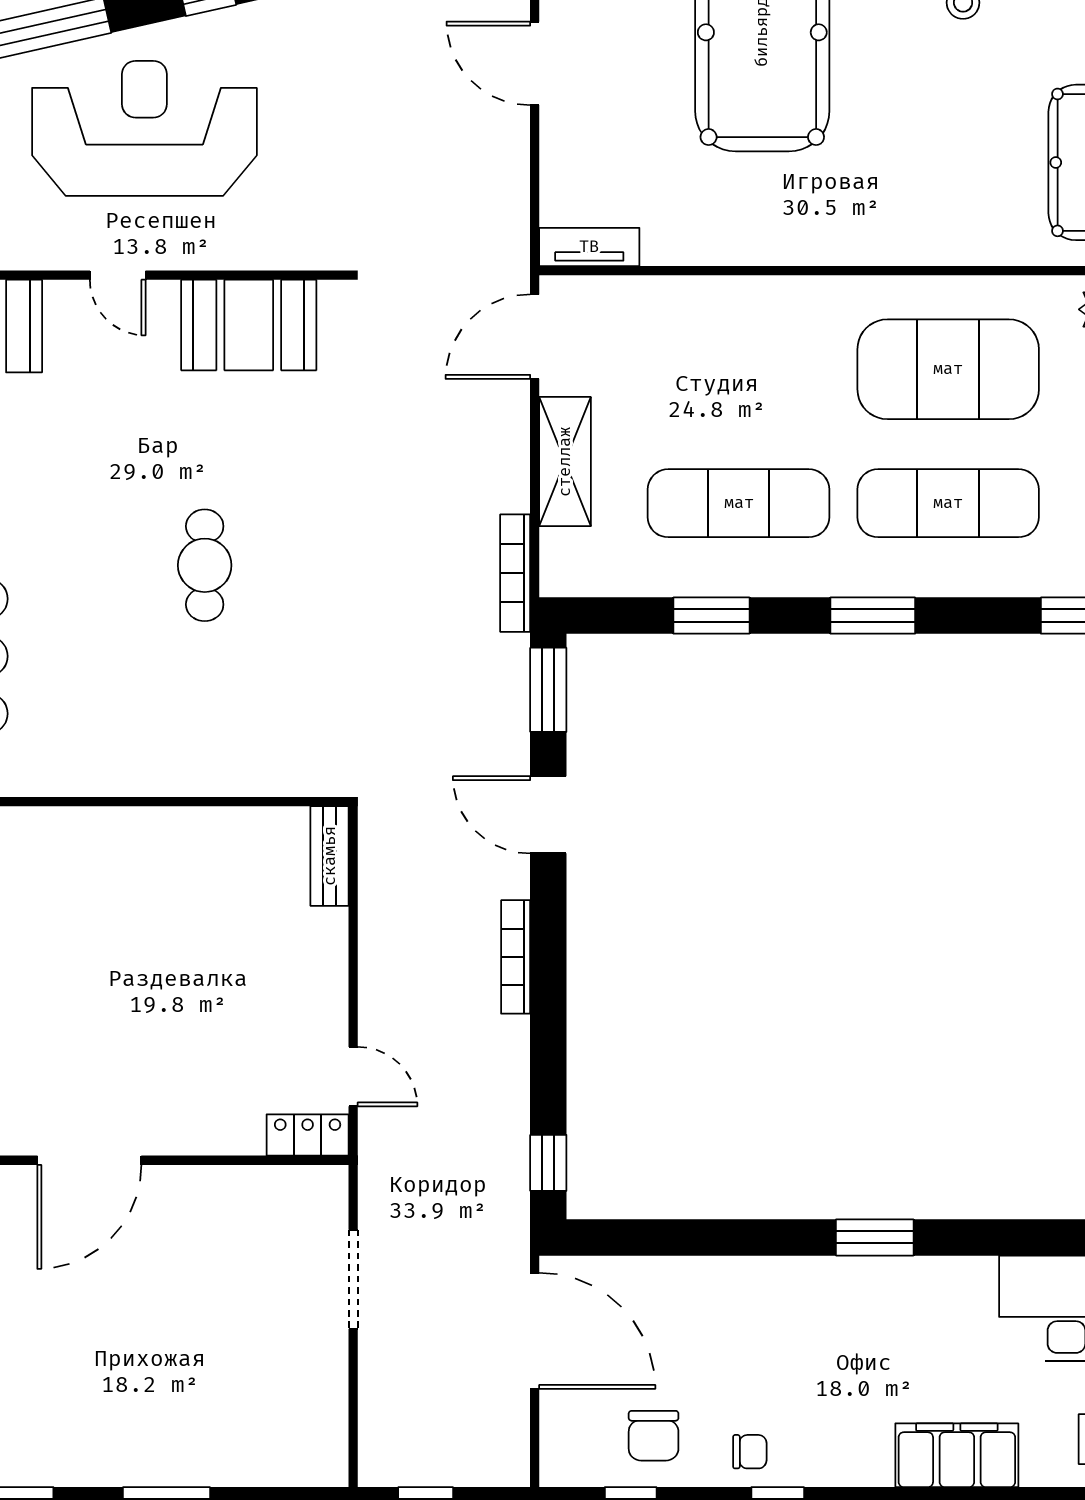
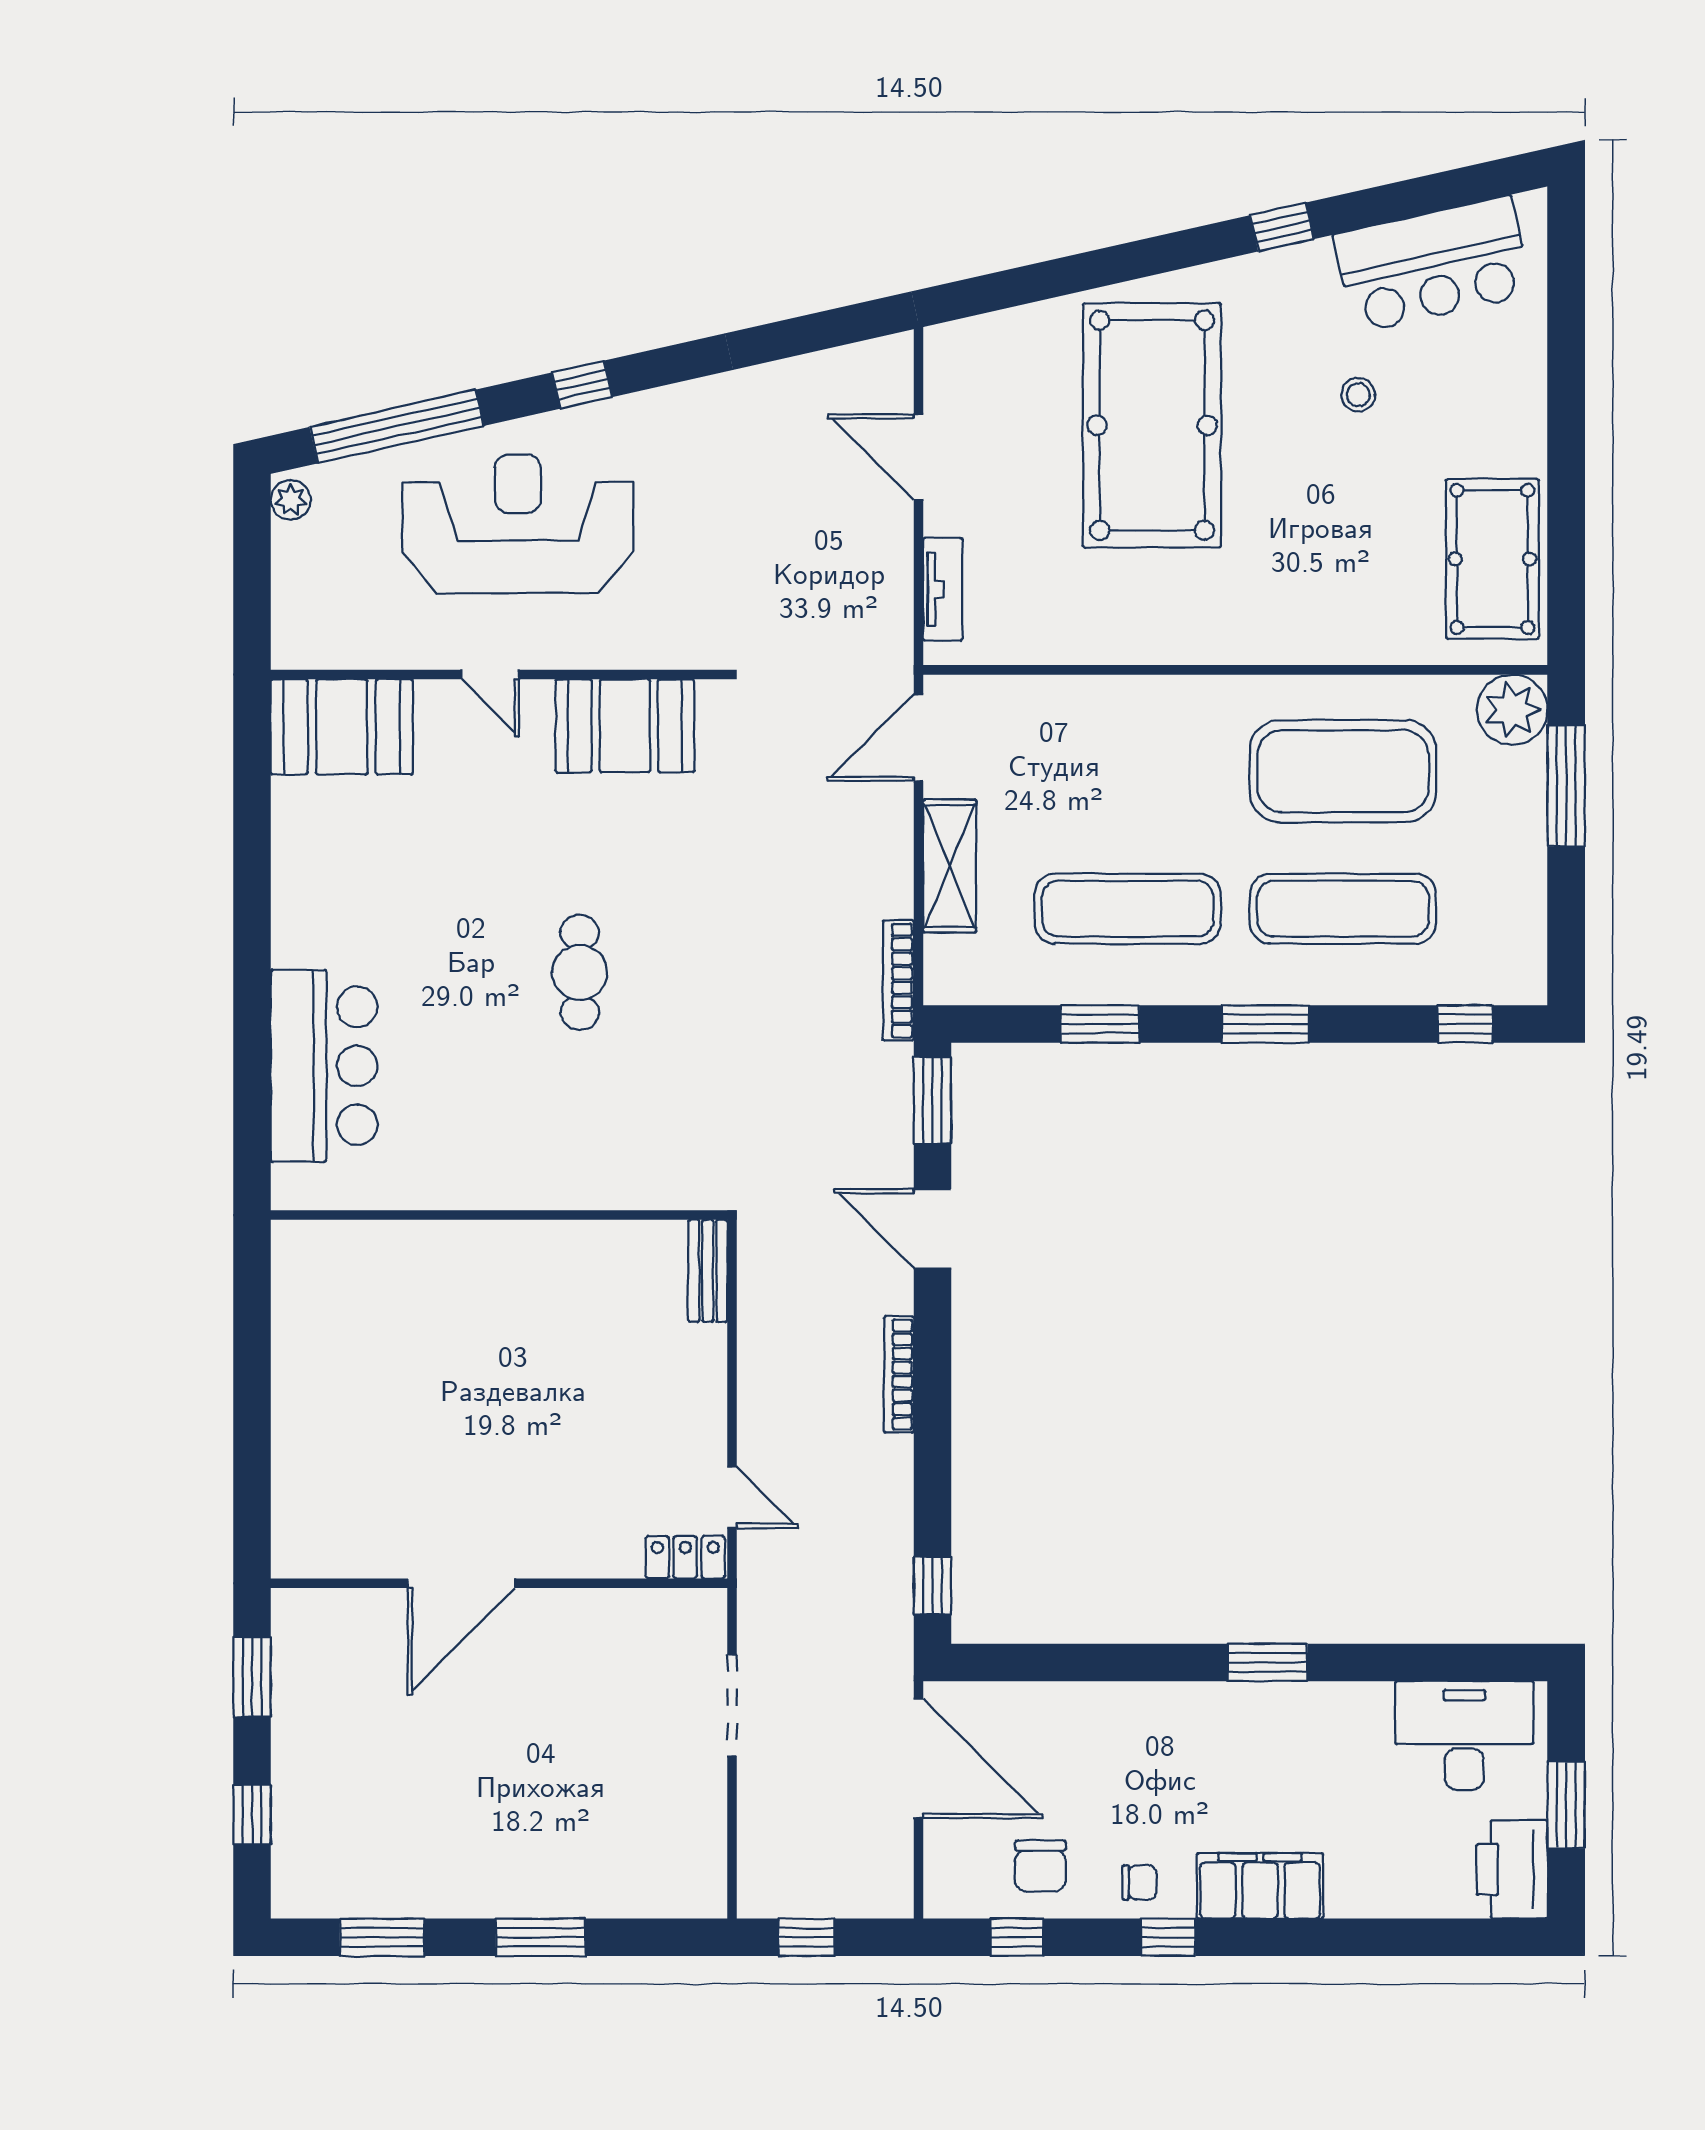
tv unit: (589, 247) -> (943, 589), moved, turned 90
filing cabinet: (957, 1455) -> (1260, 1886), moved

